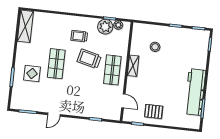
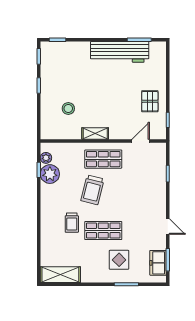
trolley: (79, 36) -> (72, 223), moved
freezer: (26, 104) -> (158, 263), added

